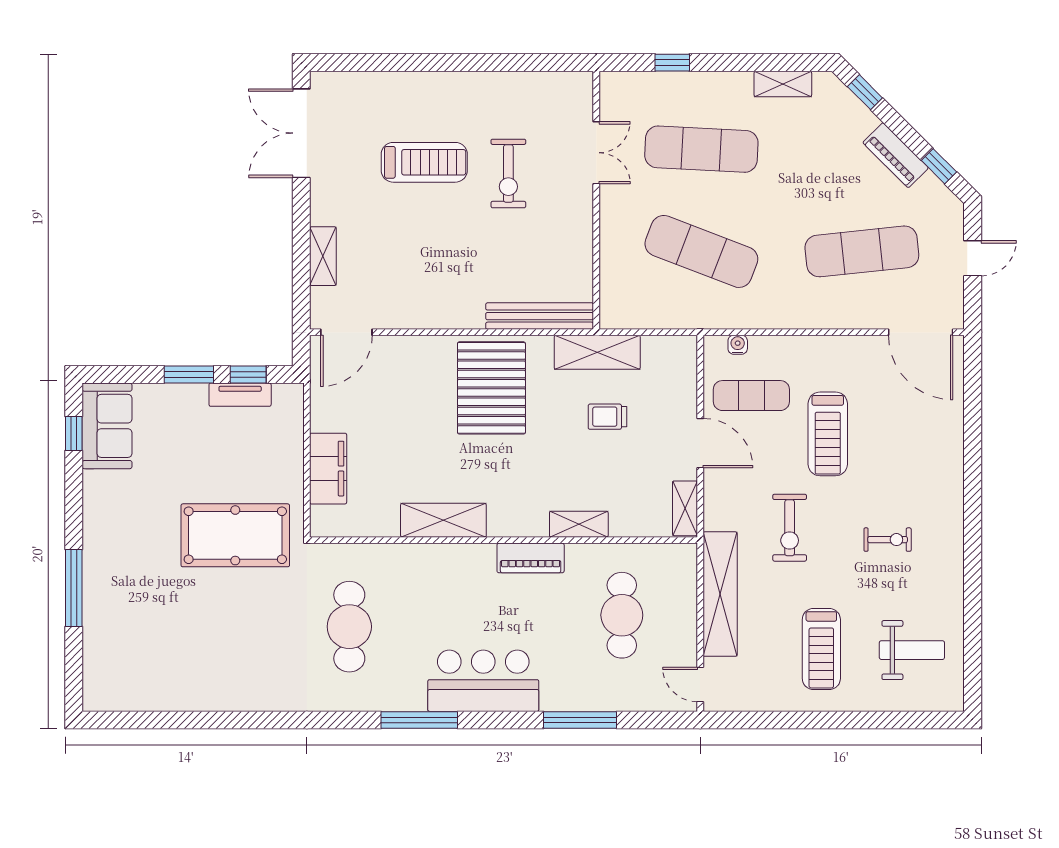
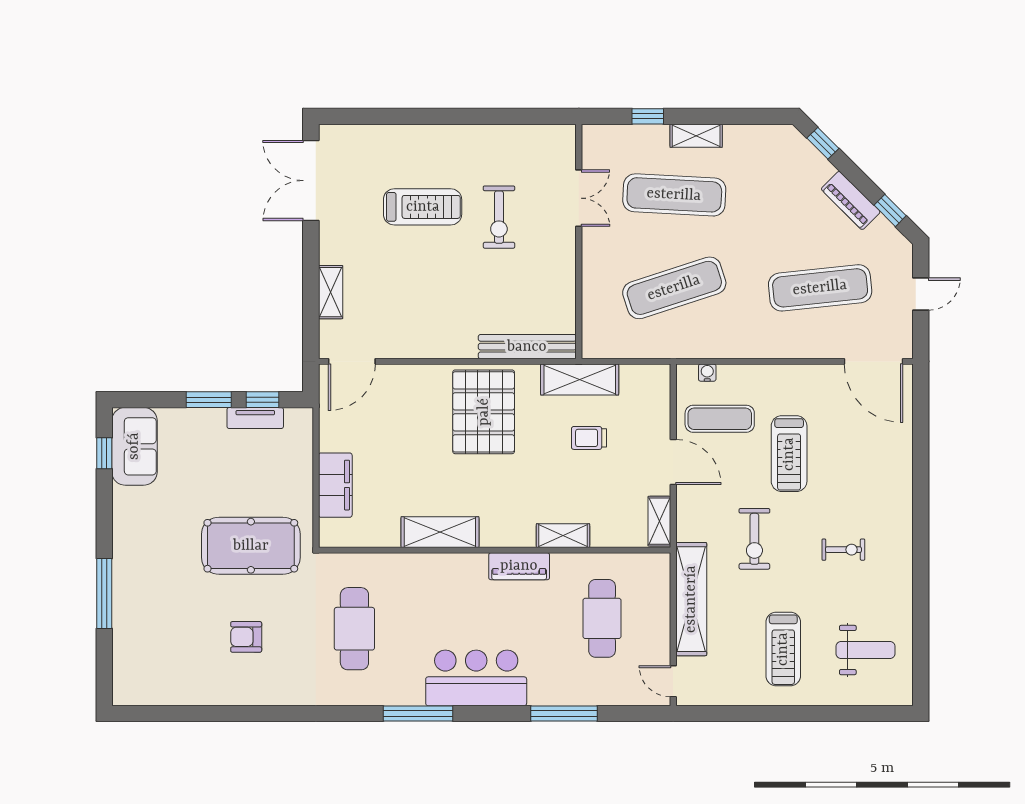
shelving: (783, 84) -> (696, 136), moved
exercise mat: (701, 251) -> (674, 288), turned -39
armchair: (230, 636) -> (246, 637), added

